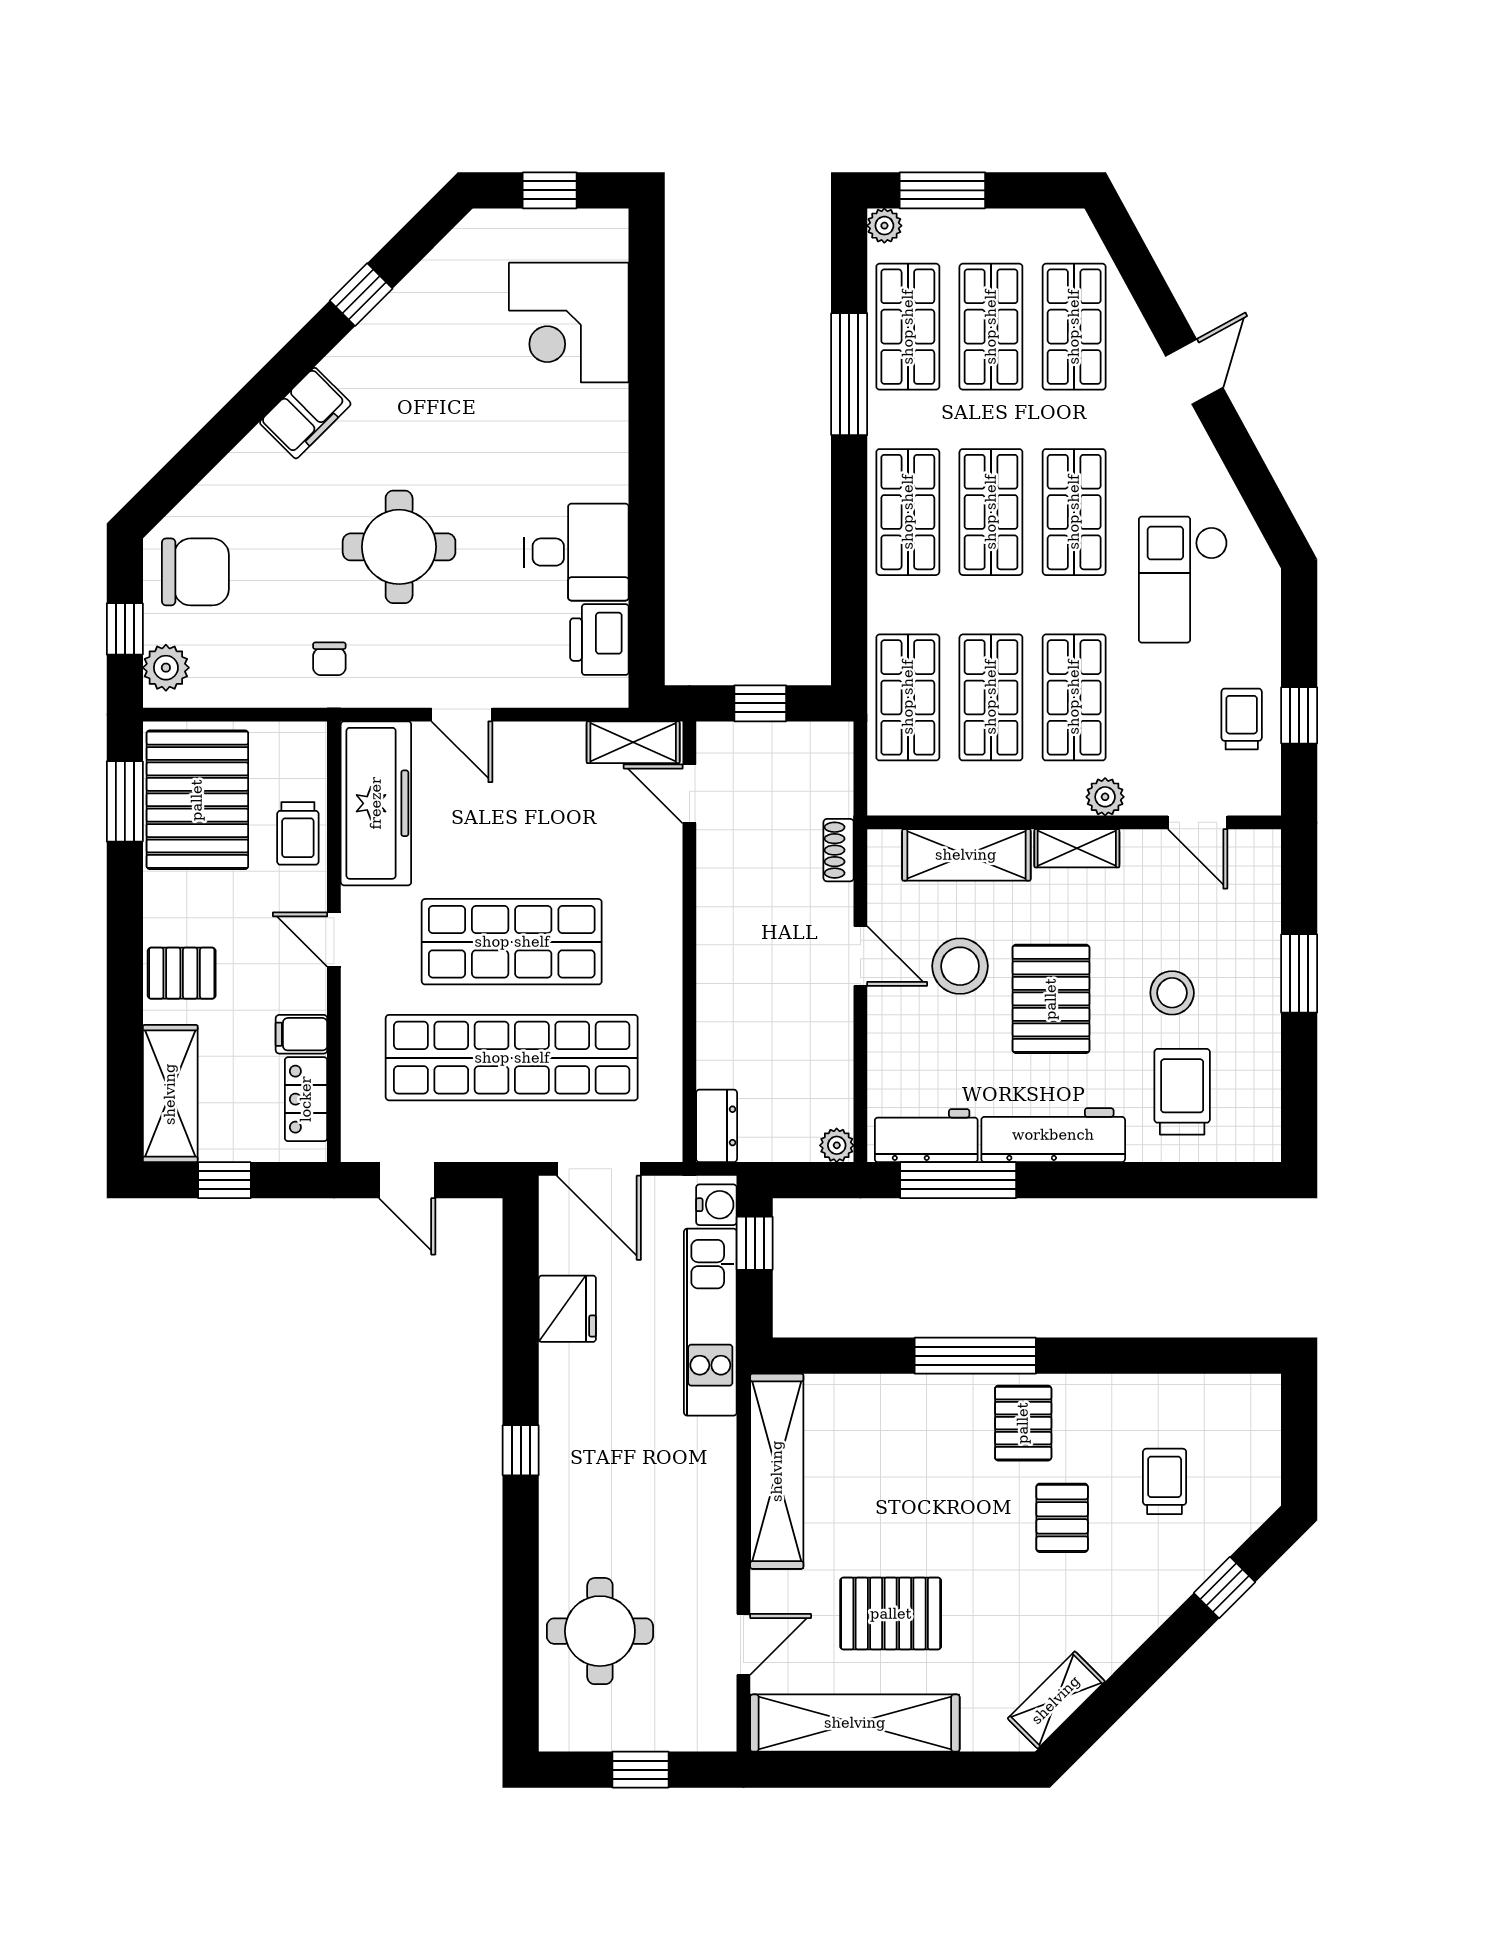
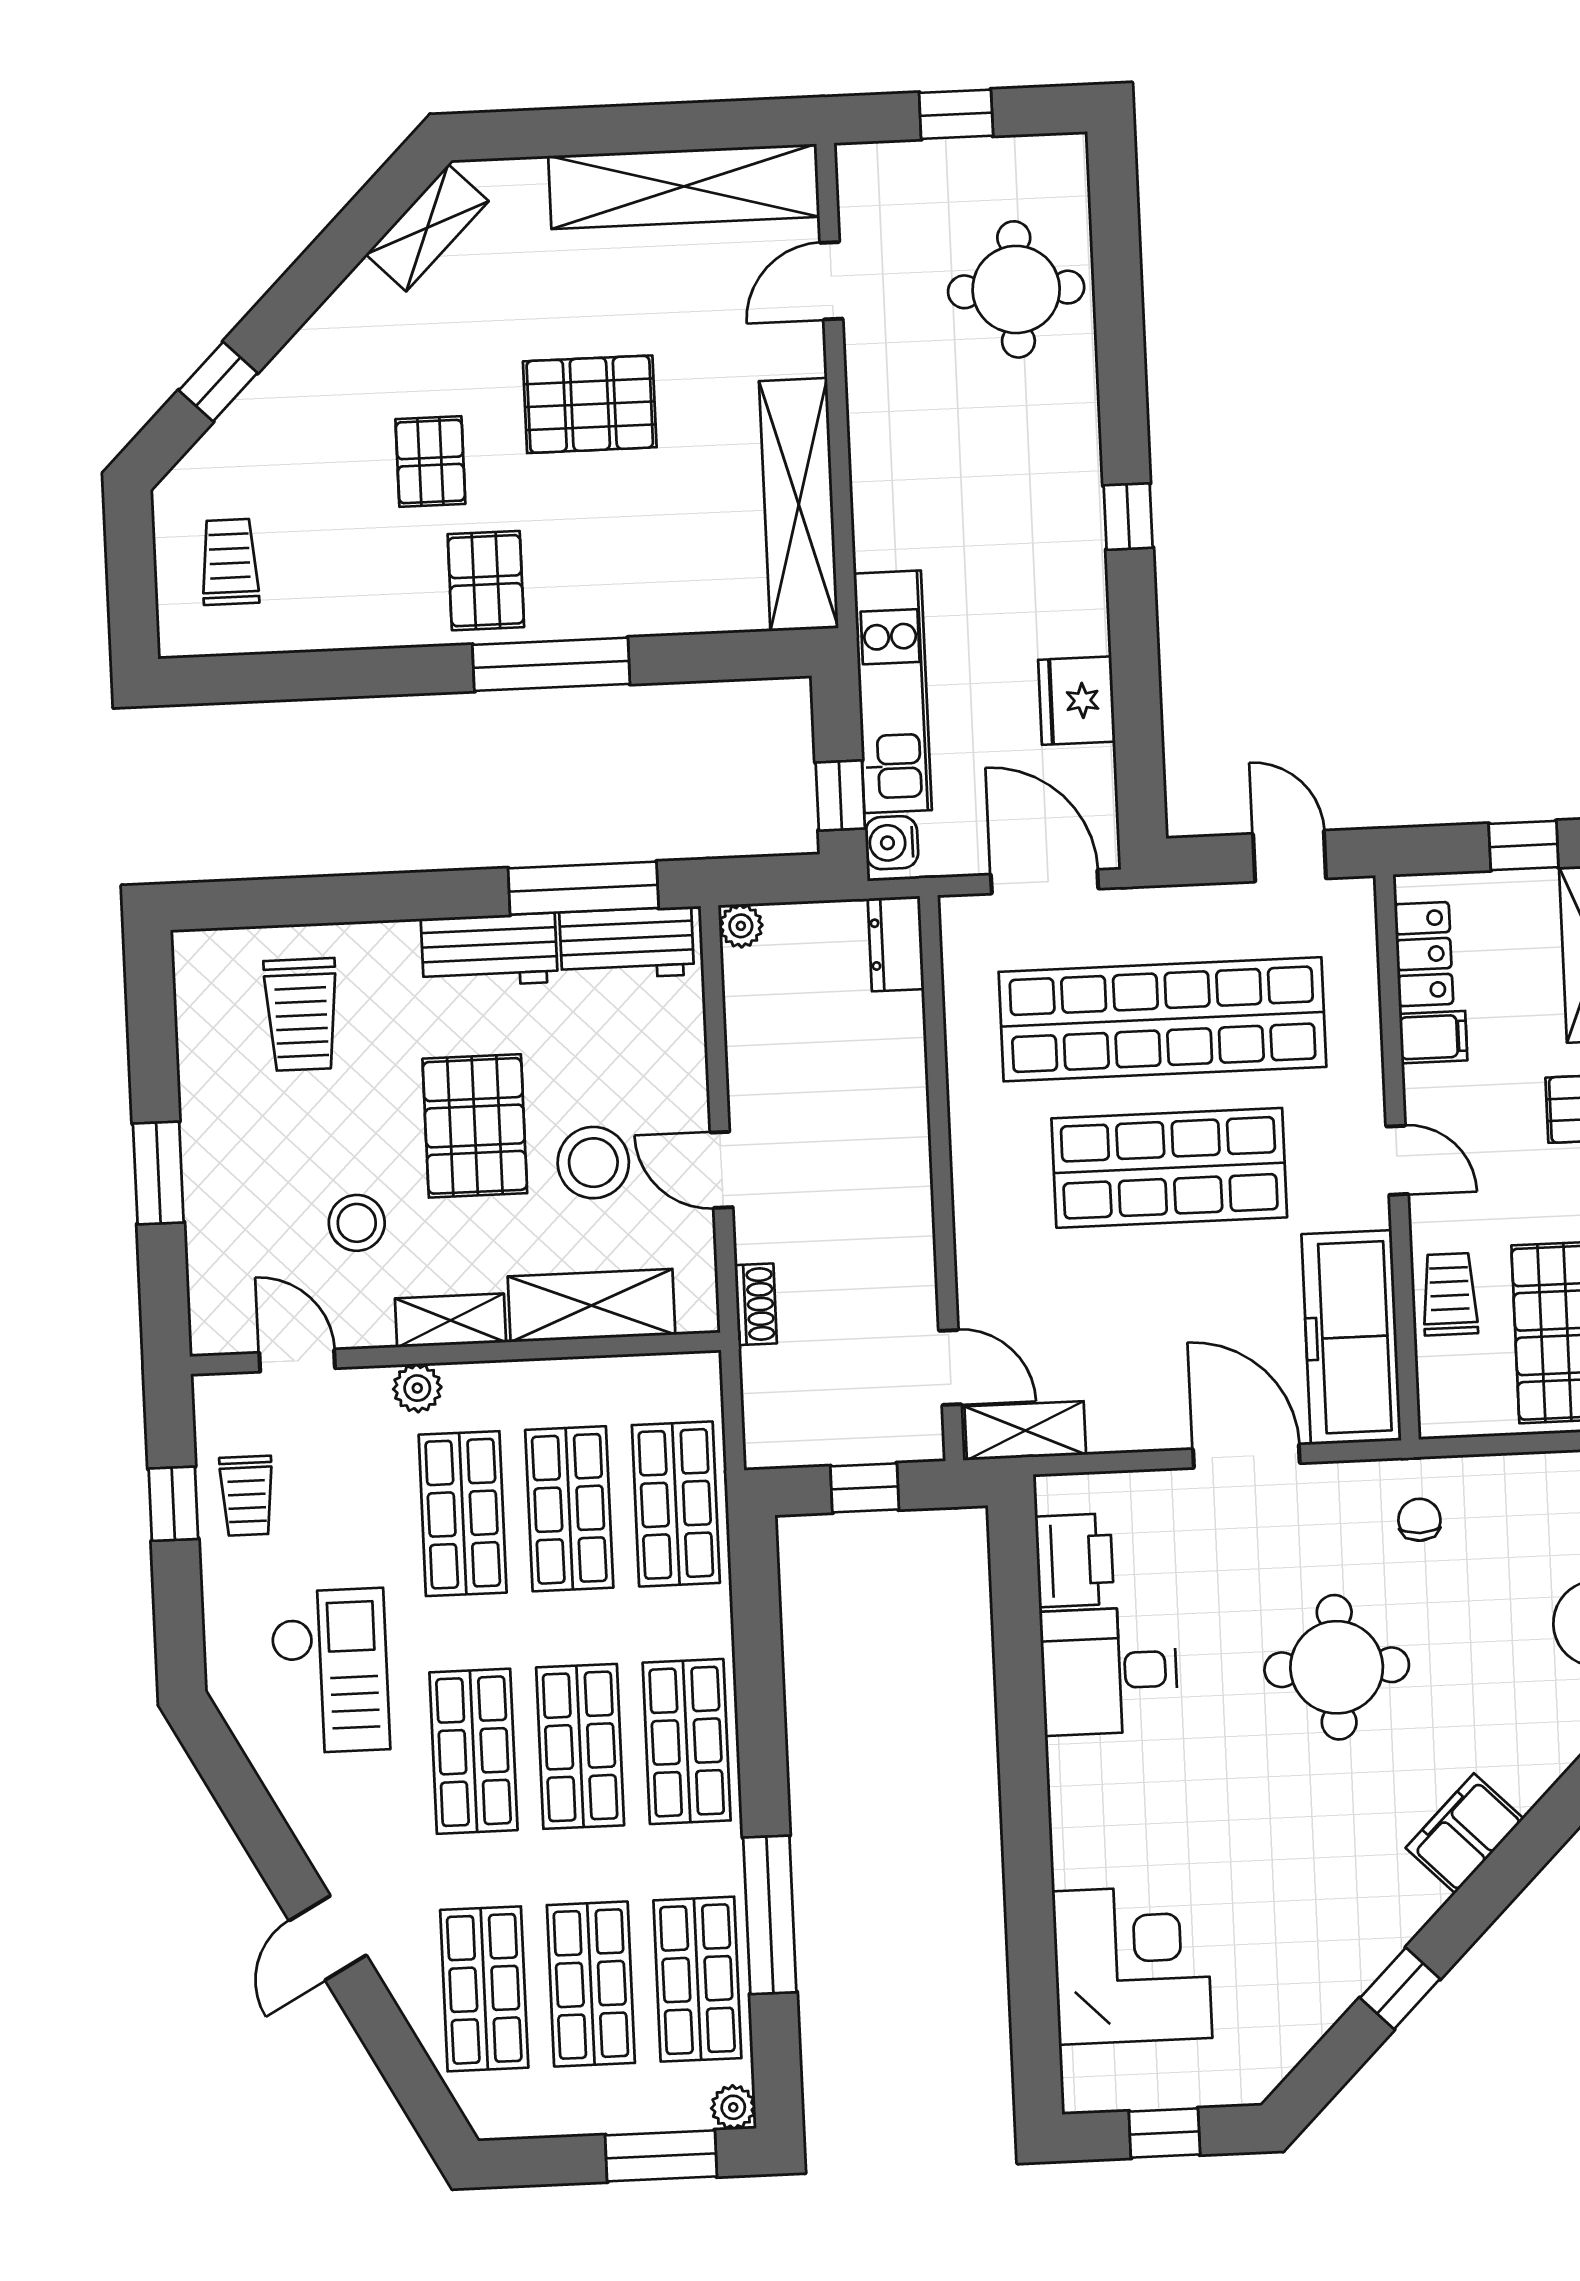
door: (462, 715) -> (1246, 1456), width x1.38
stool: (1172, 993) -> (357, 1223), moved
workbench: (1053, 1135) -> (489, 950), width x0.73
trolley: (1165, 1481) -> (230, 562), moved, turned 180
pallet: (891, 1614) -> (590, 404), moved

